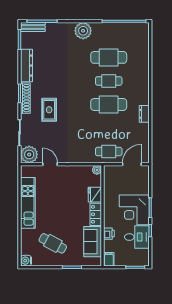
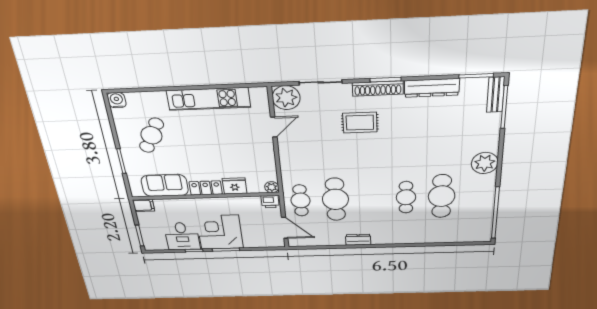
cafe table: (109, 104) -> (335, 199), moved
printer: (109, 234) -> (270, 202), moved

